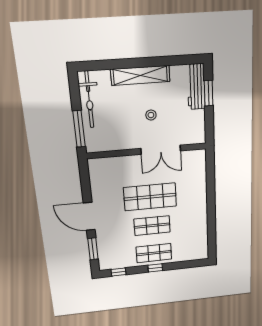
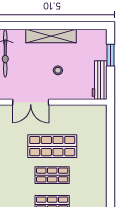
workbench: (196, 87) -> (100, 80), moved
double door: (161, 150) -> (31, 102), moved

